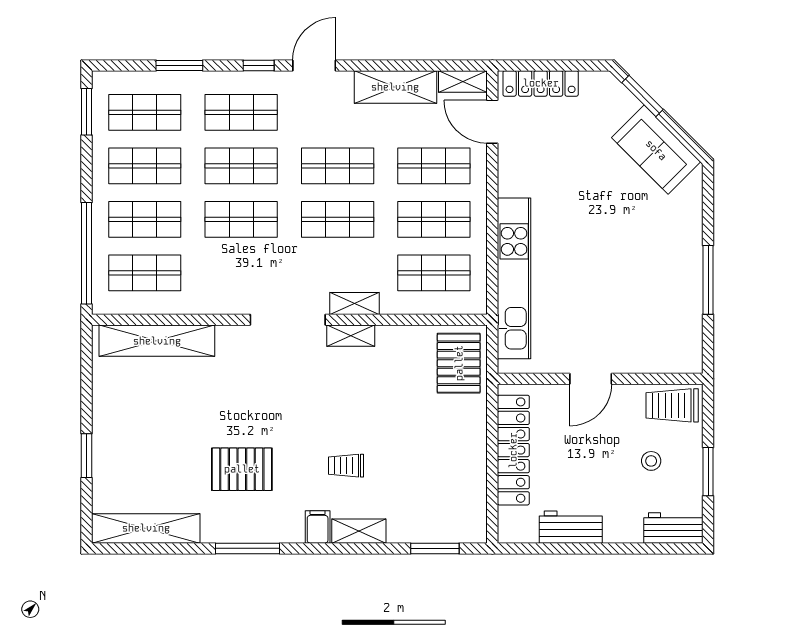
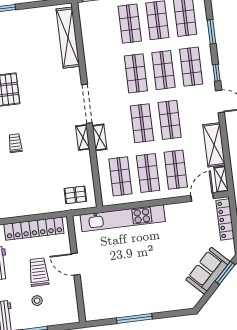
sofa: (656, 150) -> (208, 271), moved
shop shelf: (145, 273) -> (102, 27), removed
pallet: (459, 363) -> (75, 195), width x0.67, depth x0.71
trolley: (672, 405) -> (39, 272), moved

